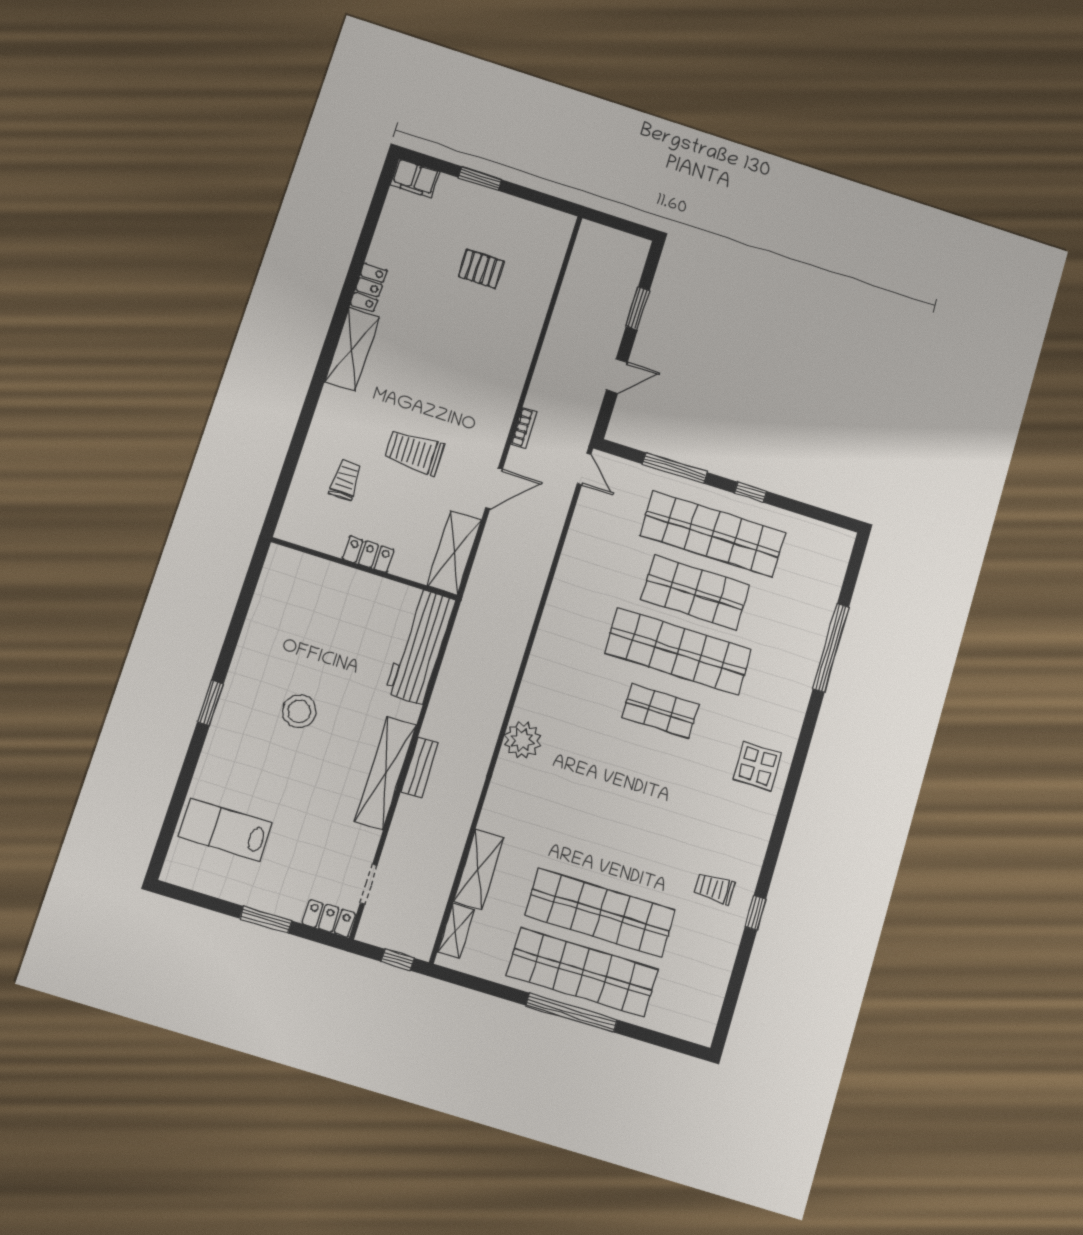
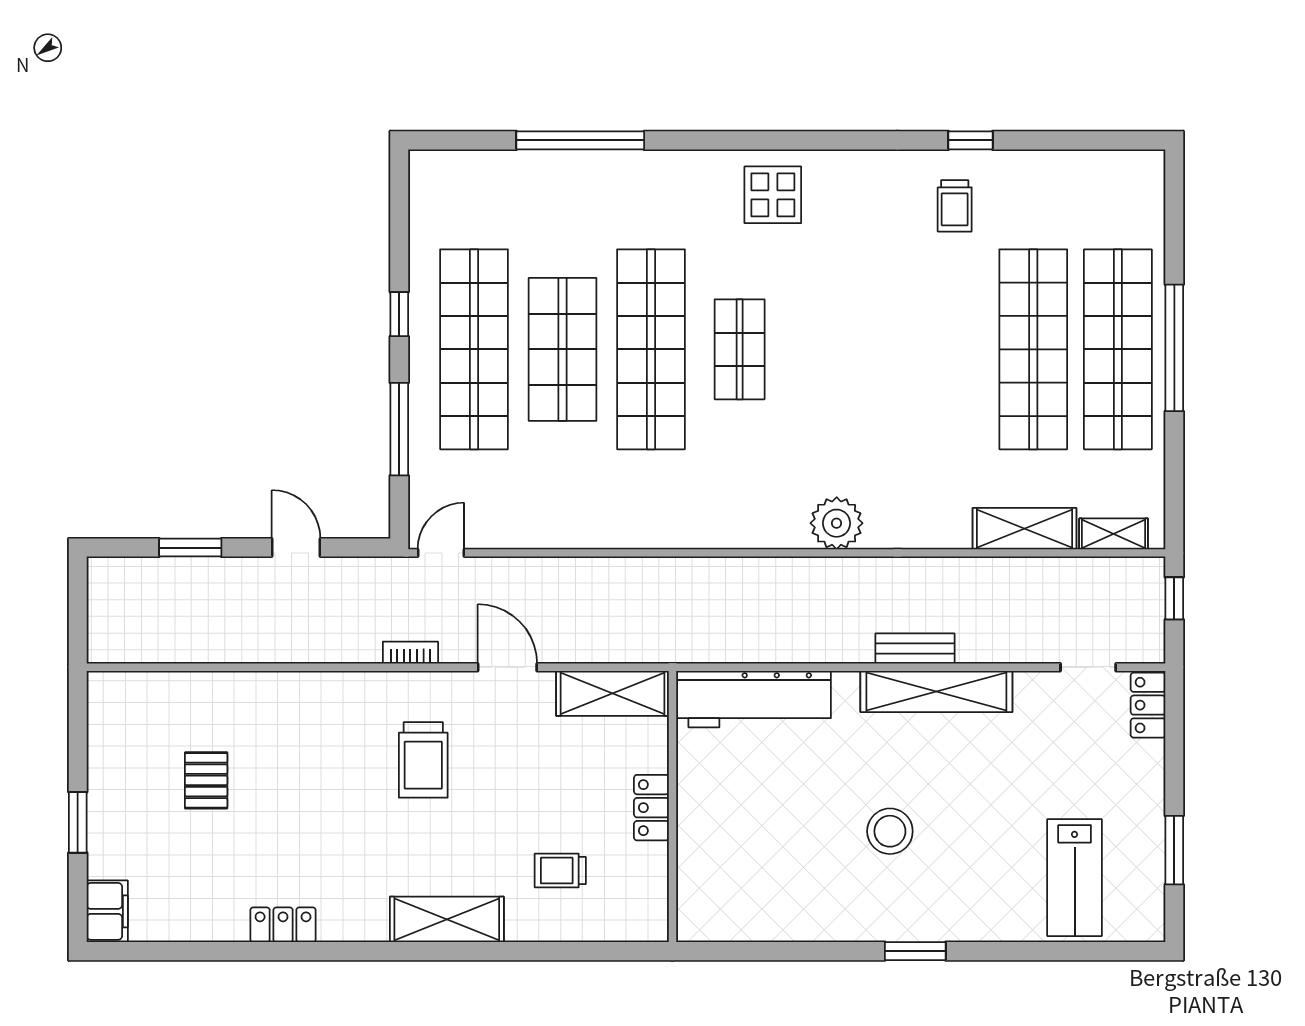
shelving: (352, 349) -> (447, 919), moved
trolley: (414, 452) -> (423, 760), moved
window: (266, 920) -> (1174, 850), moved

